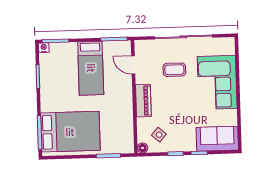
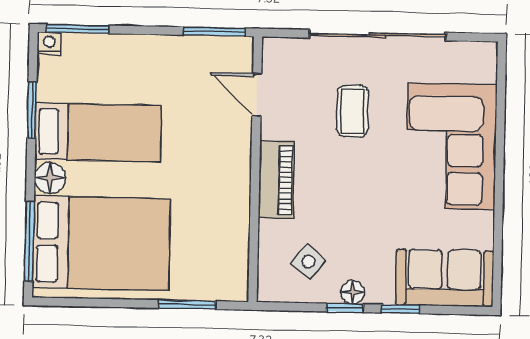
bed: (91, 68) -> (98, 132), moved, turned -90
coffee table: (174, 70) -> (353, 111), turned 90
floor lamp: (47, 105) -> (50, 178), added
floor lamp: (143, 148) -> (353, 292), moved

